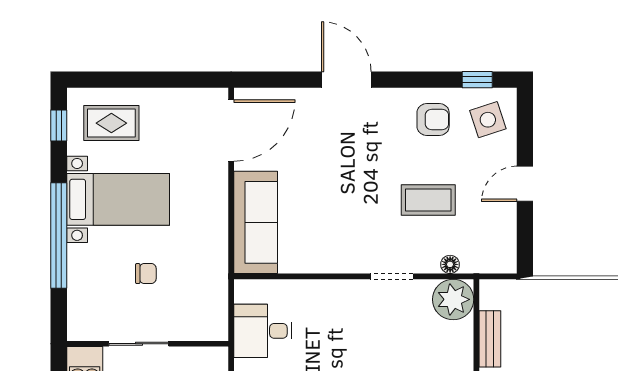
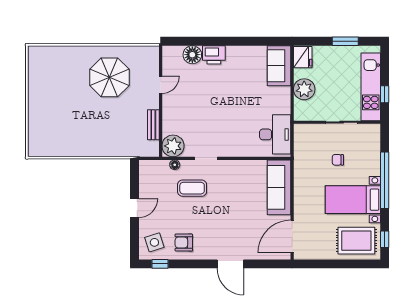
rug: (111, 123) -> (356, 241), width x1.36, depth x1.43
coffee table: (428, 200) -> (192, 188), moved
desk: (263, 331) -> (275, 134), width x1.37

